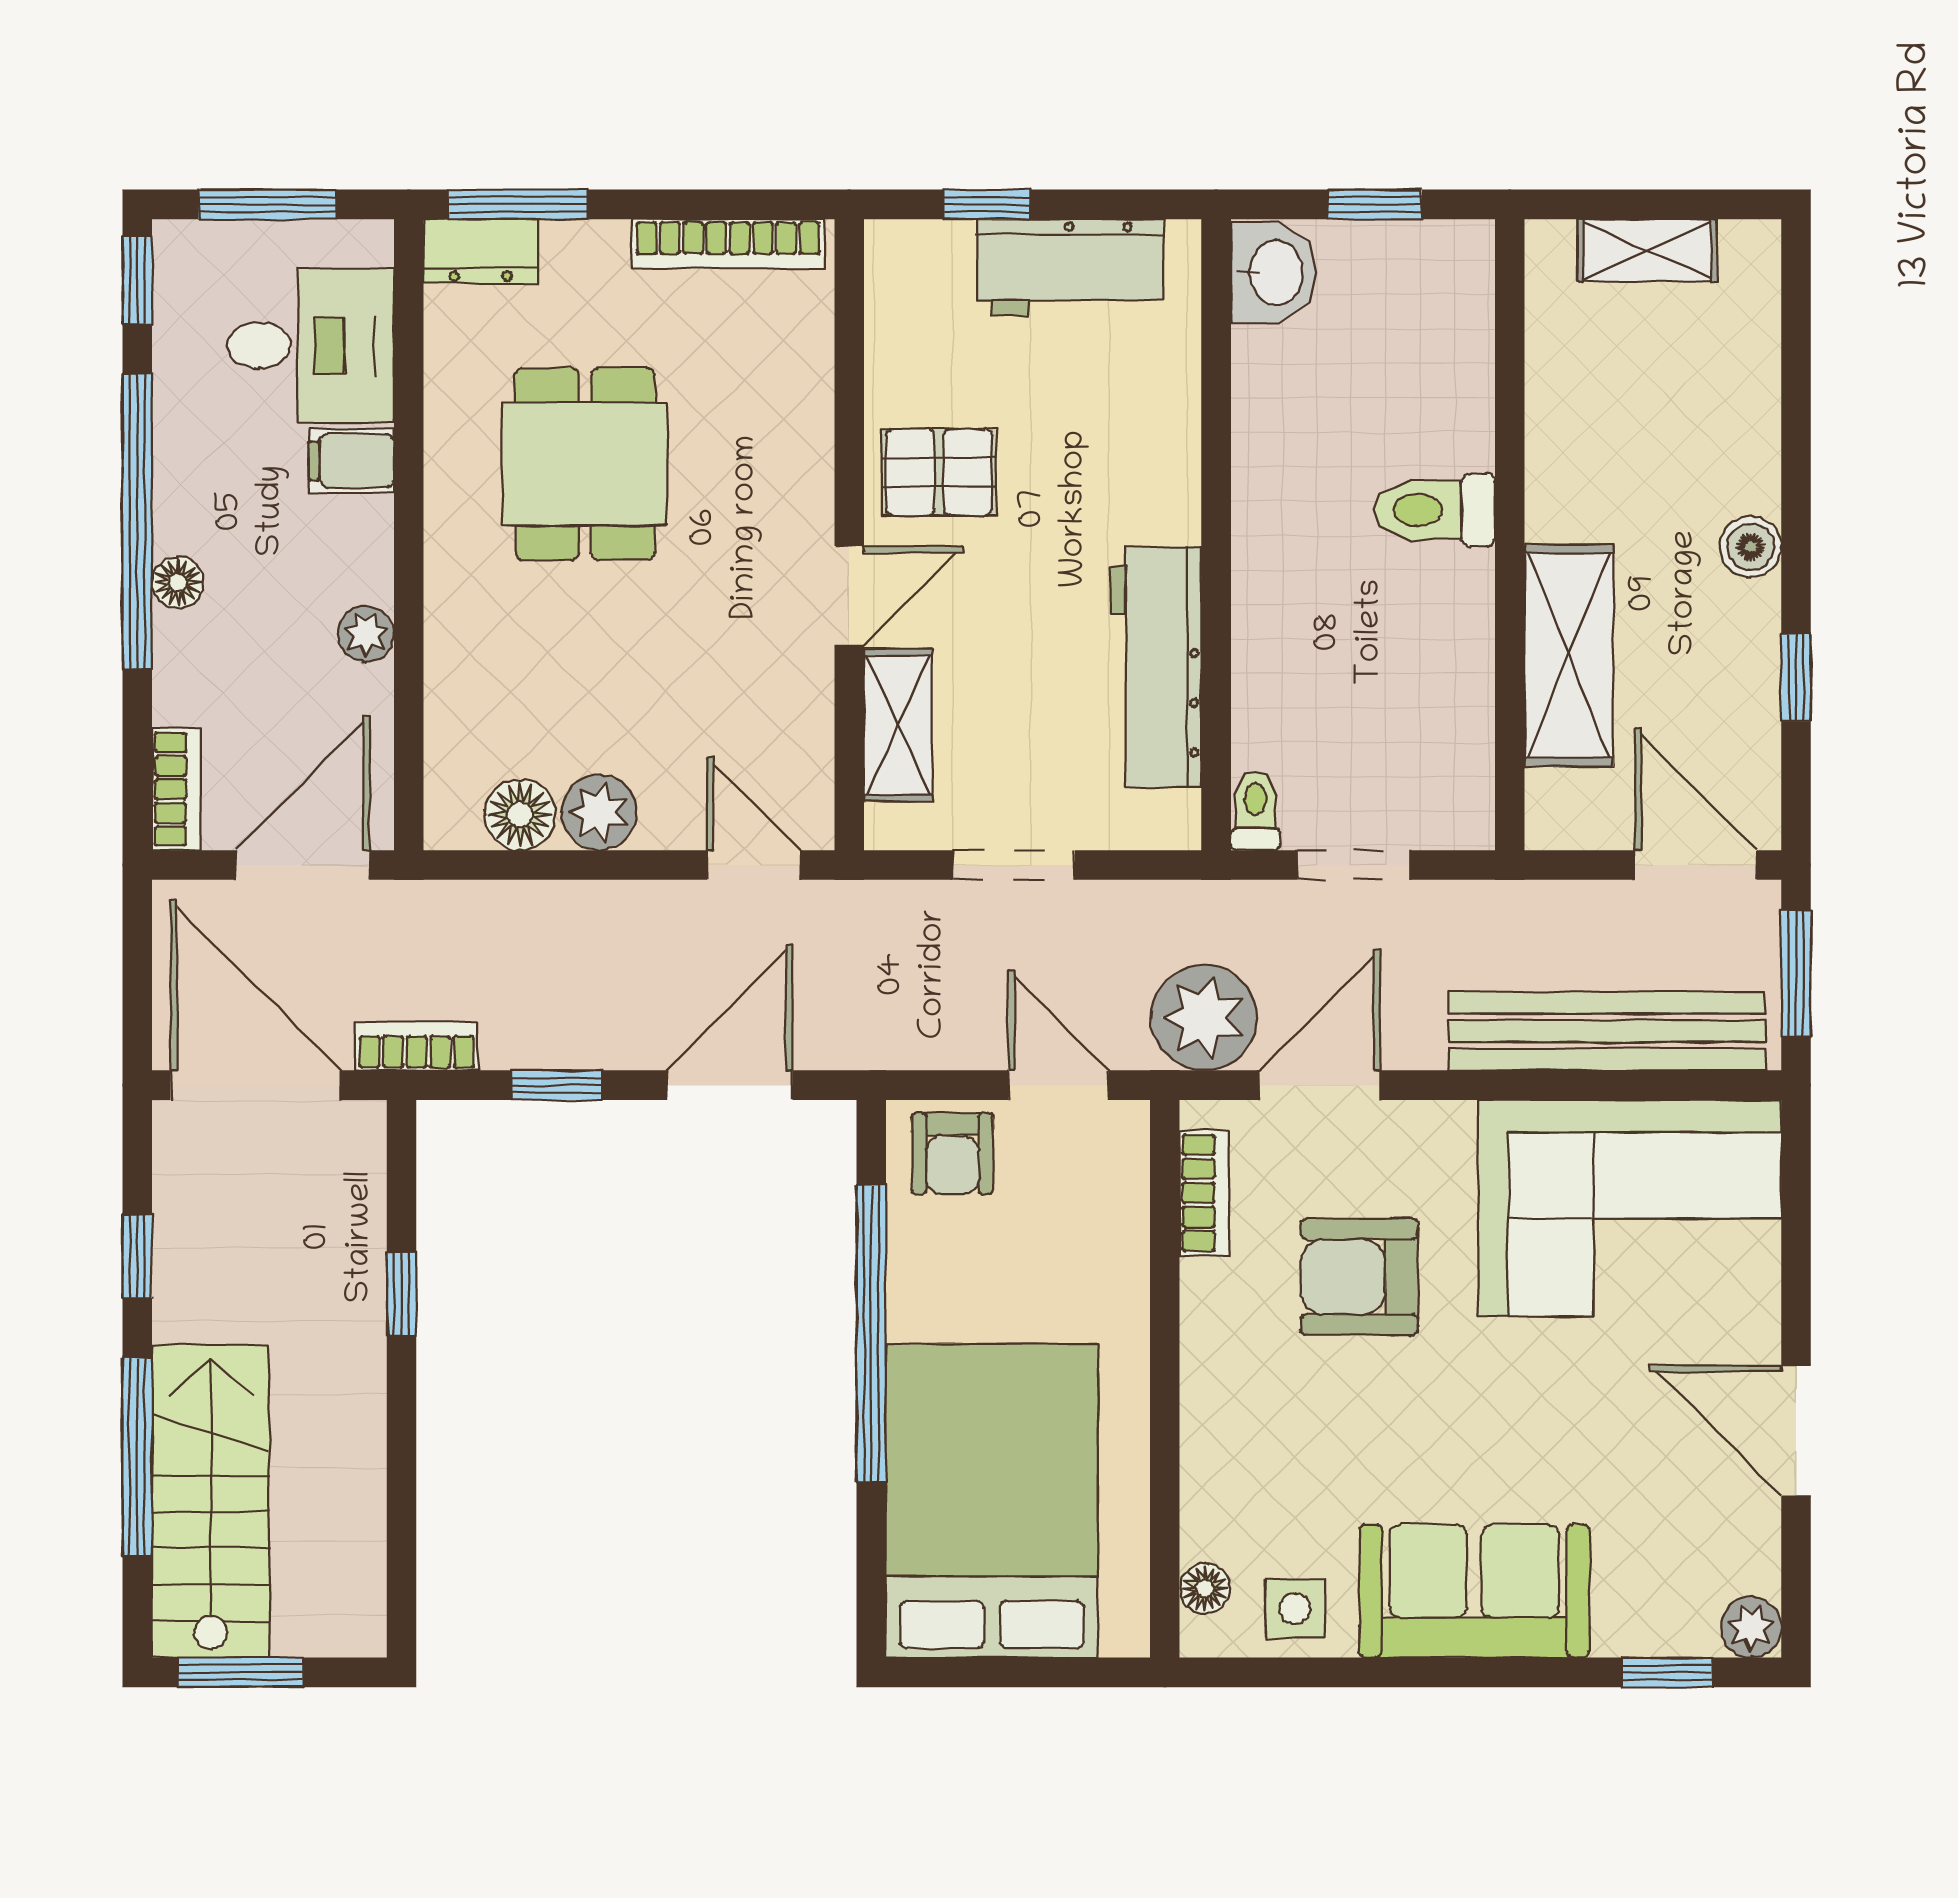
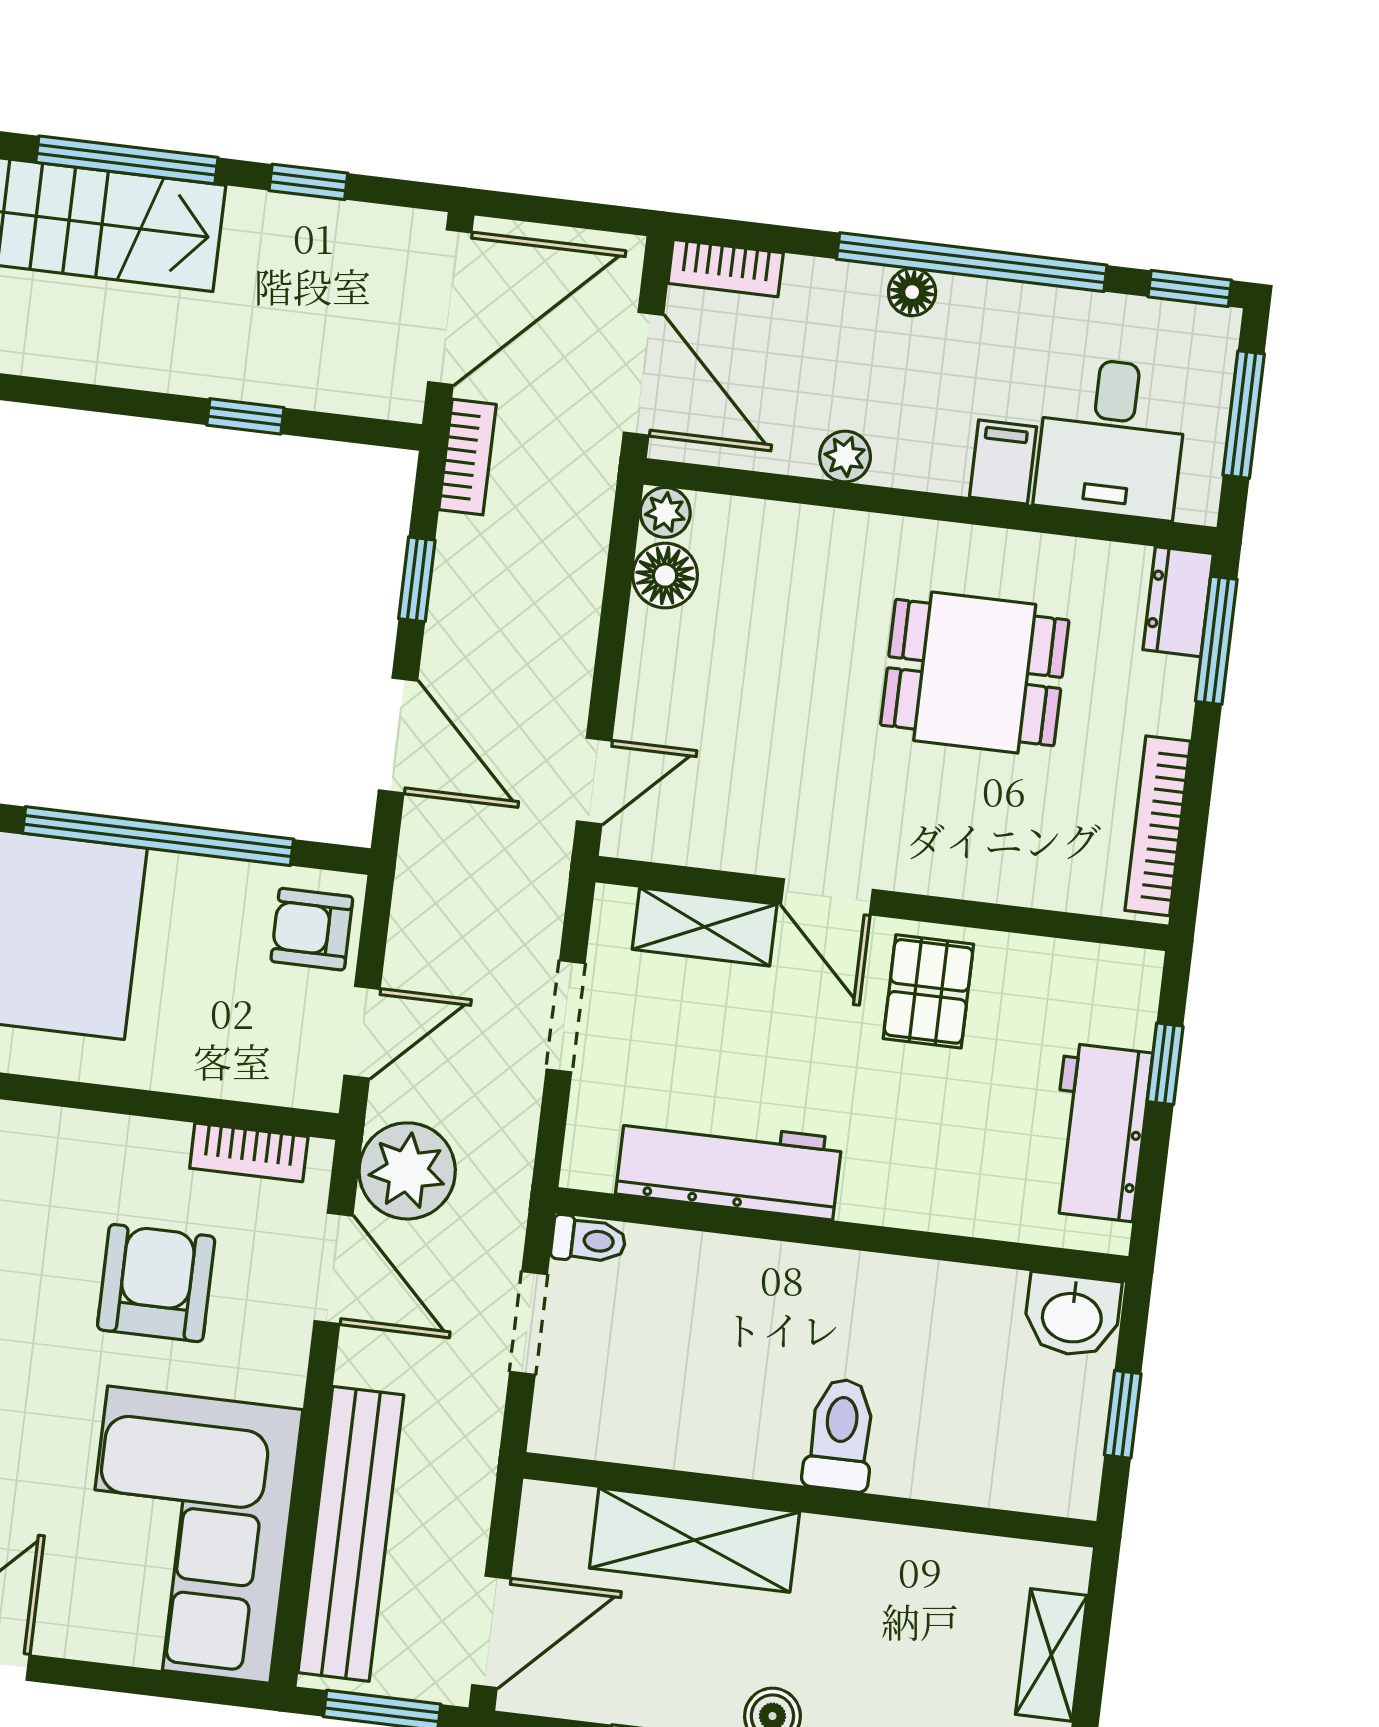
plant: (599, 813) -> (665, 512), moved, width x0.73, depth x0.73

